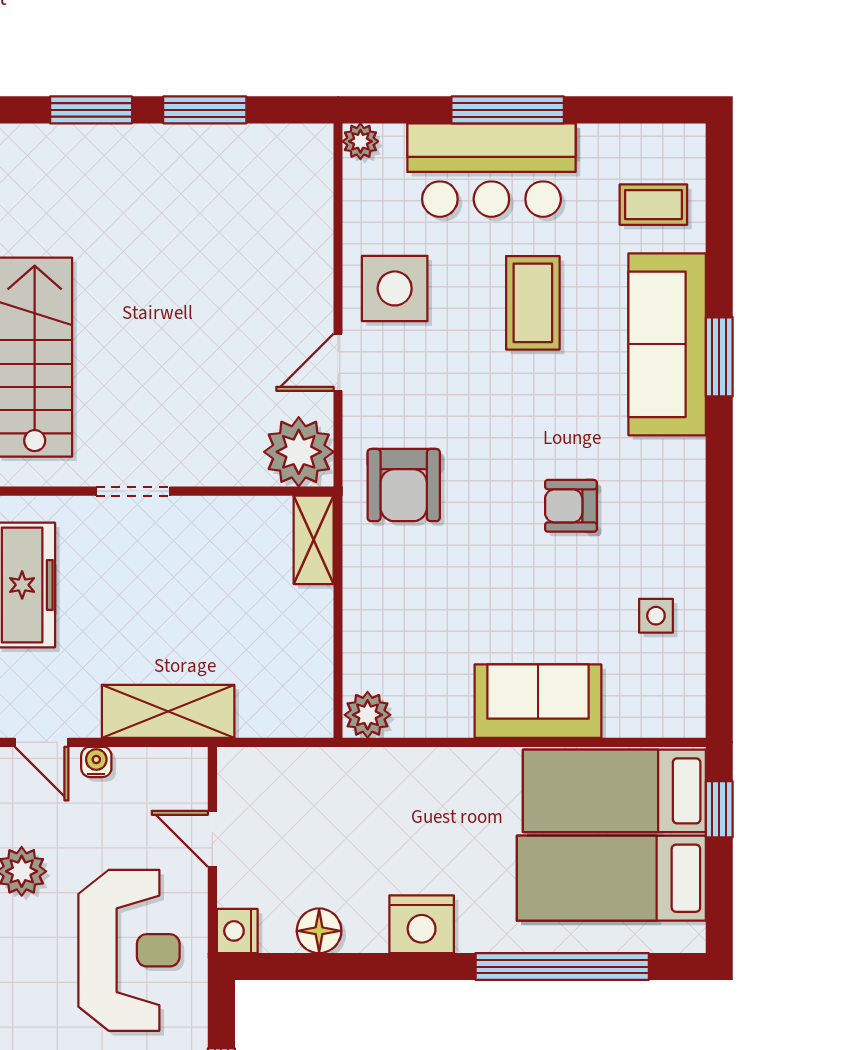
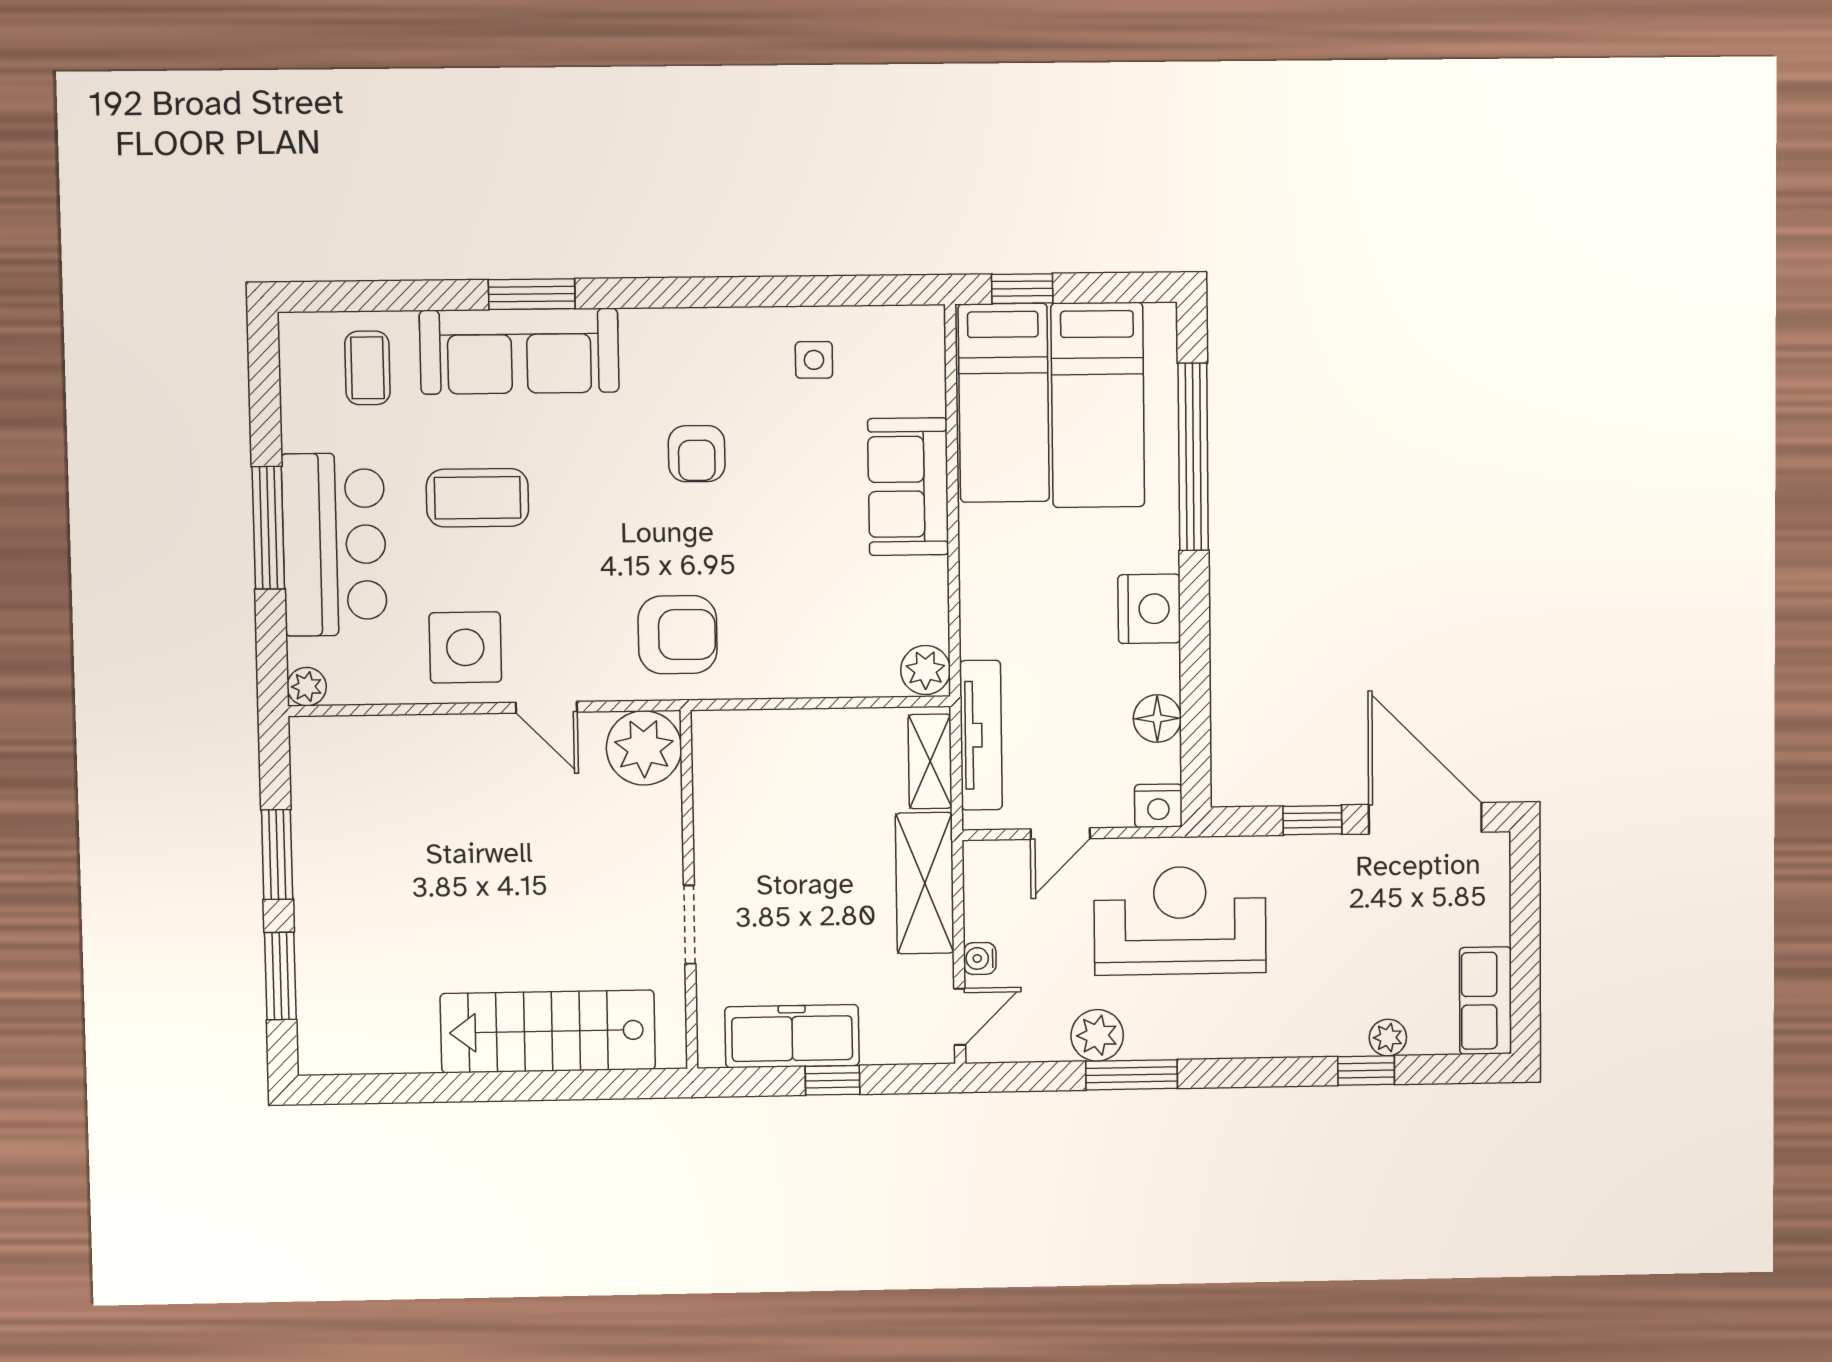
shelving: (314, 540) -> (930, 761), moved, turned 90
tv unit: (306, 766) -> (981, 735), added

